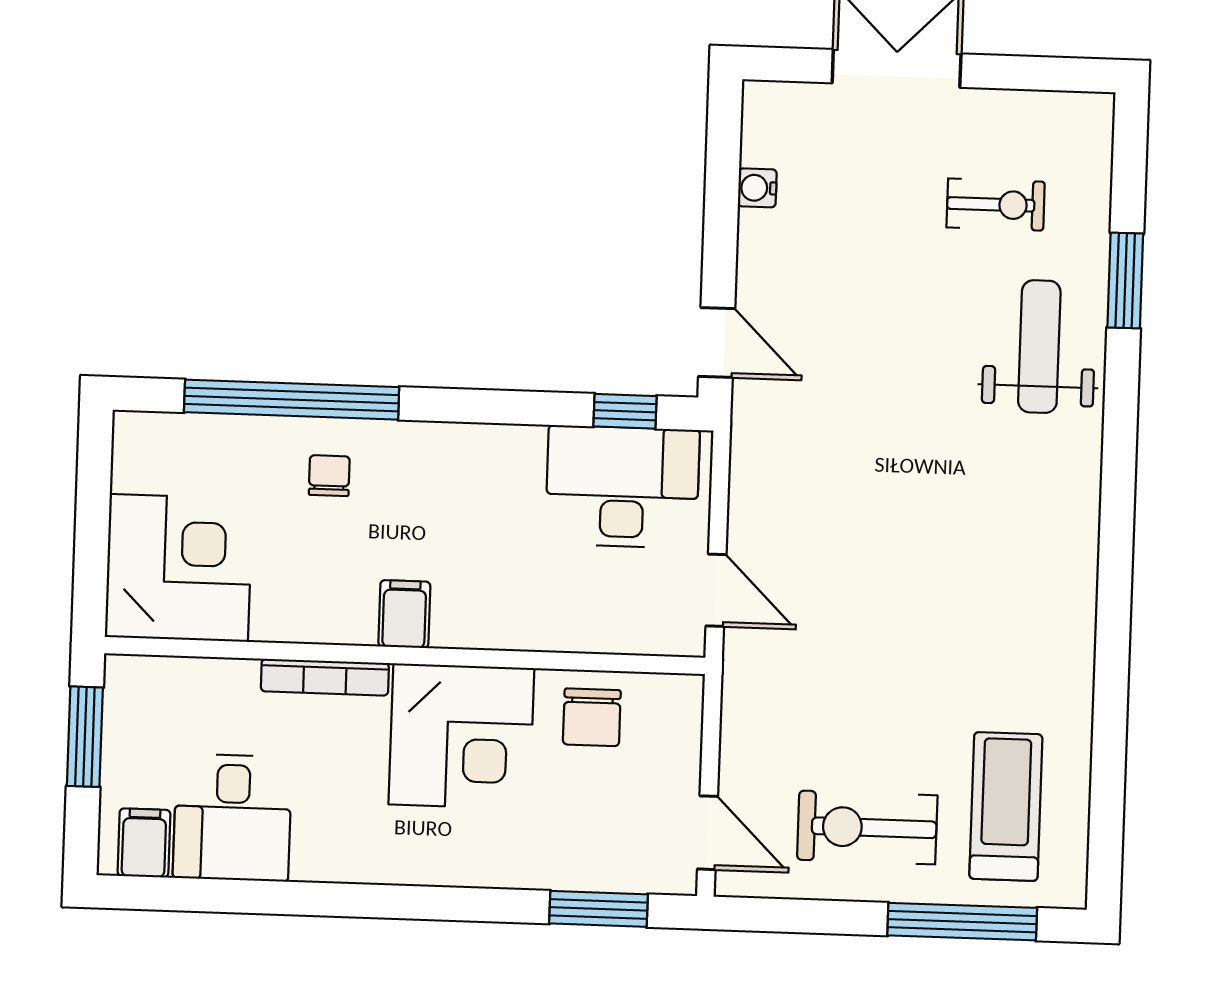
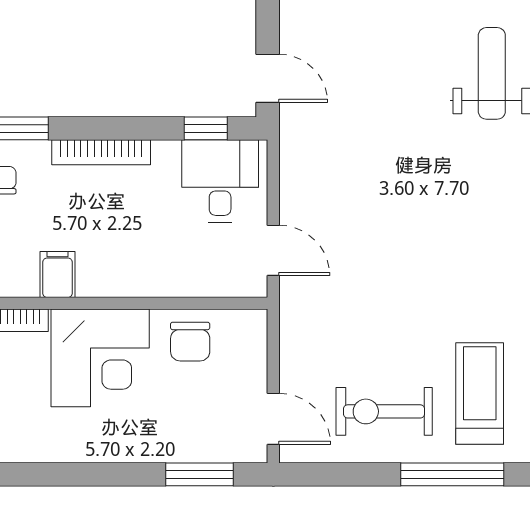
bookcase: (473, 440) -> (101, 152), added
desk: (622, 487) -> (220, 181), width x0.73

